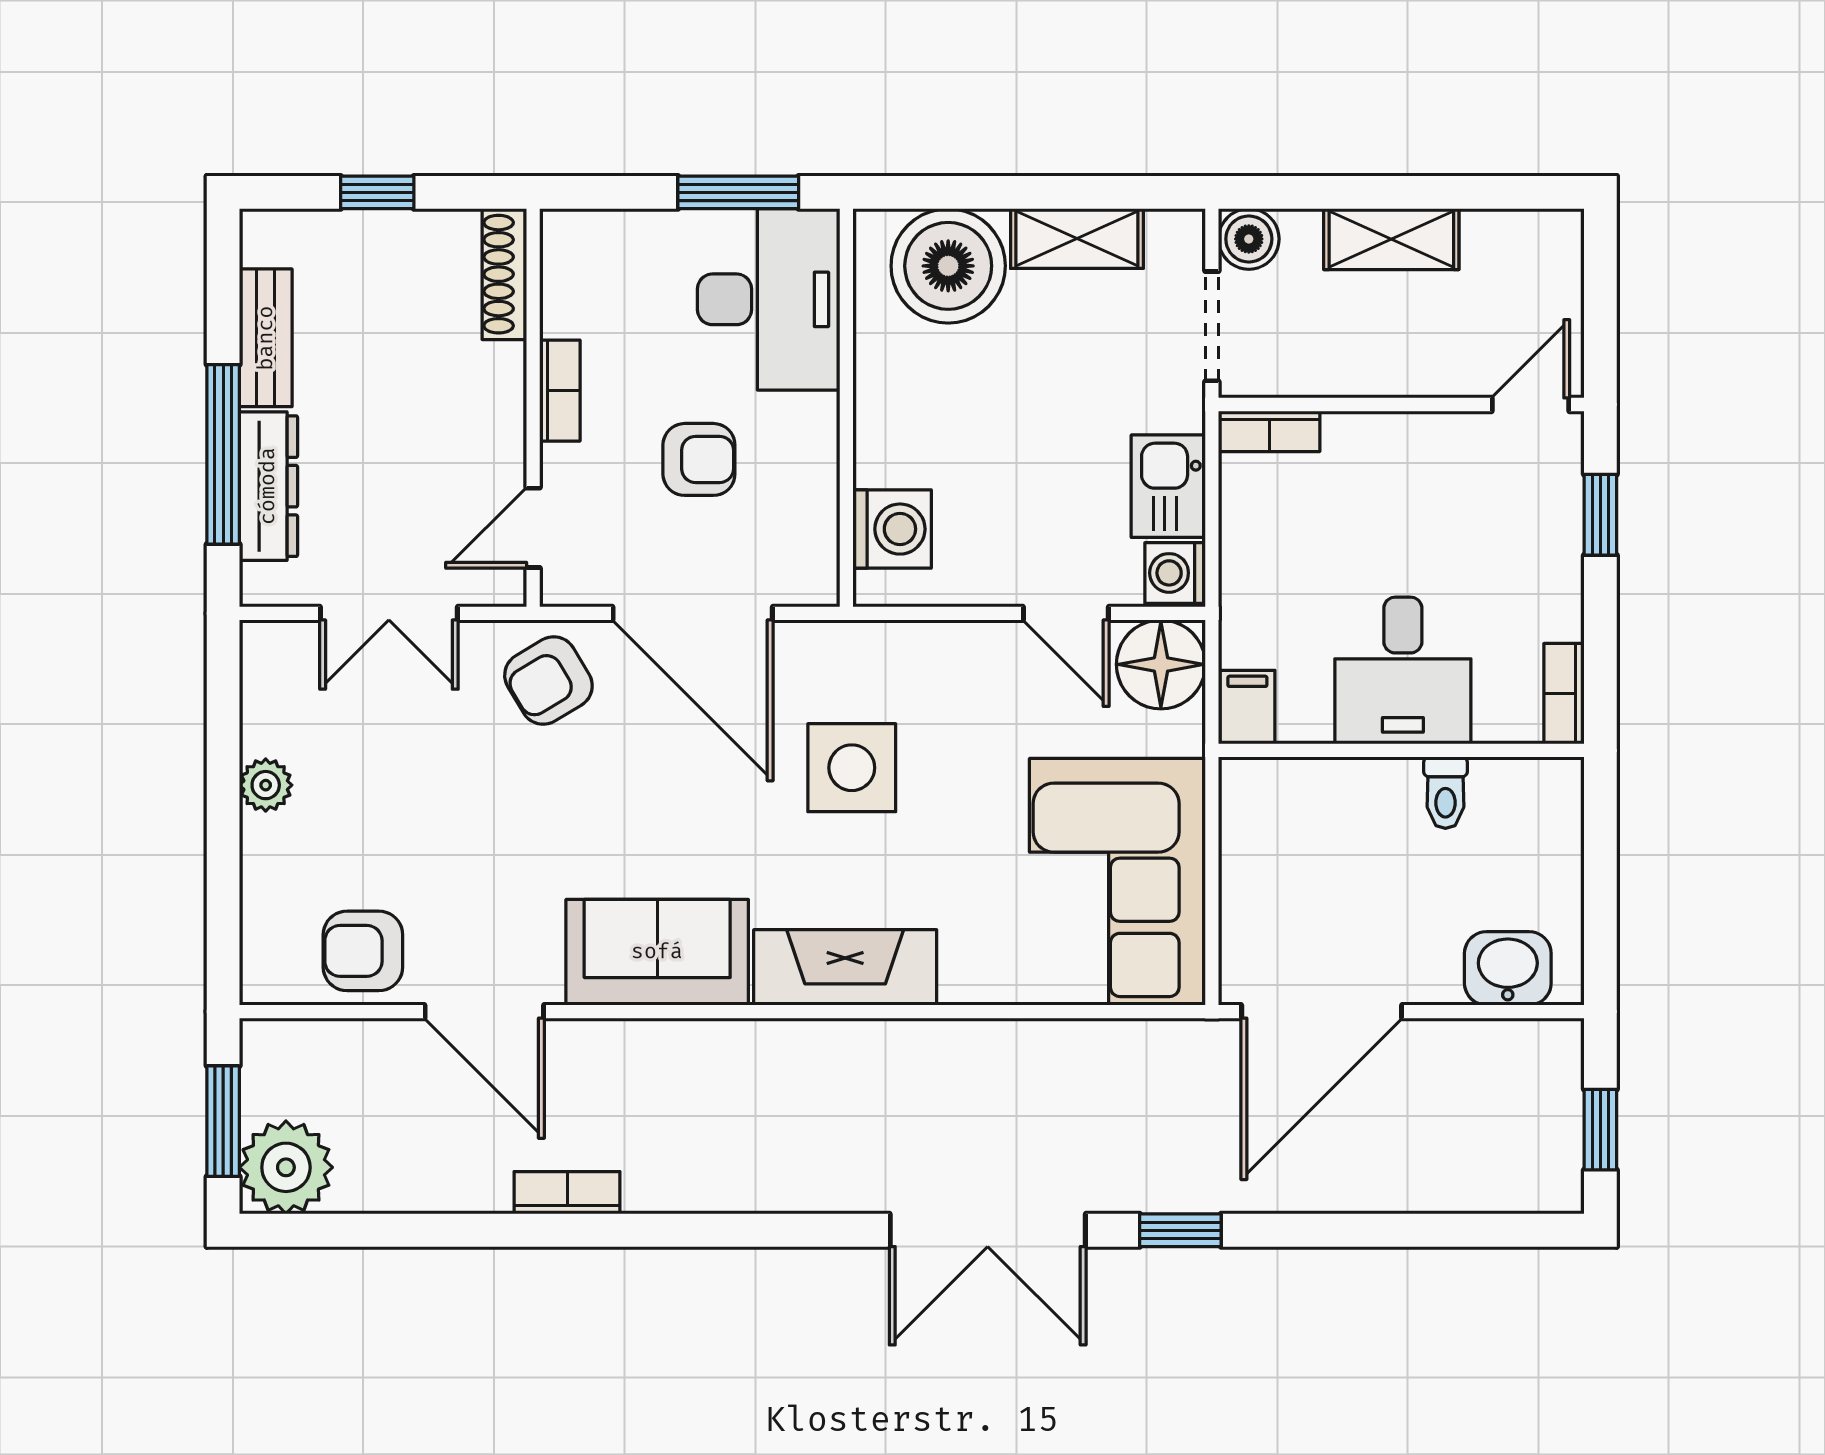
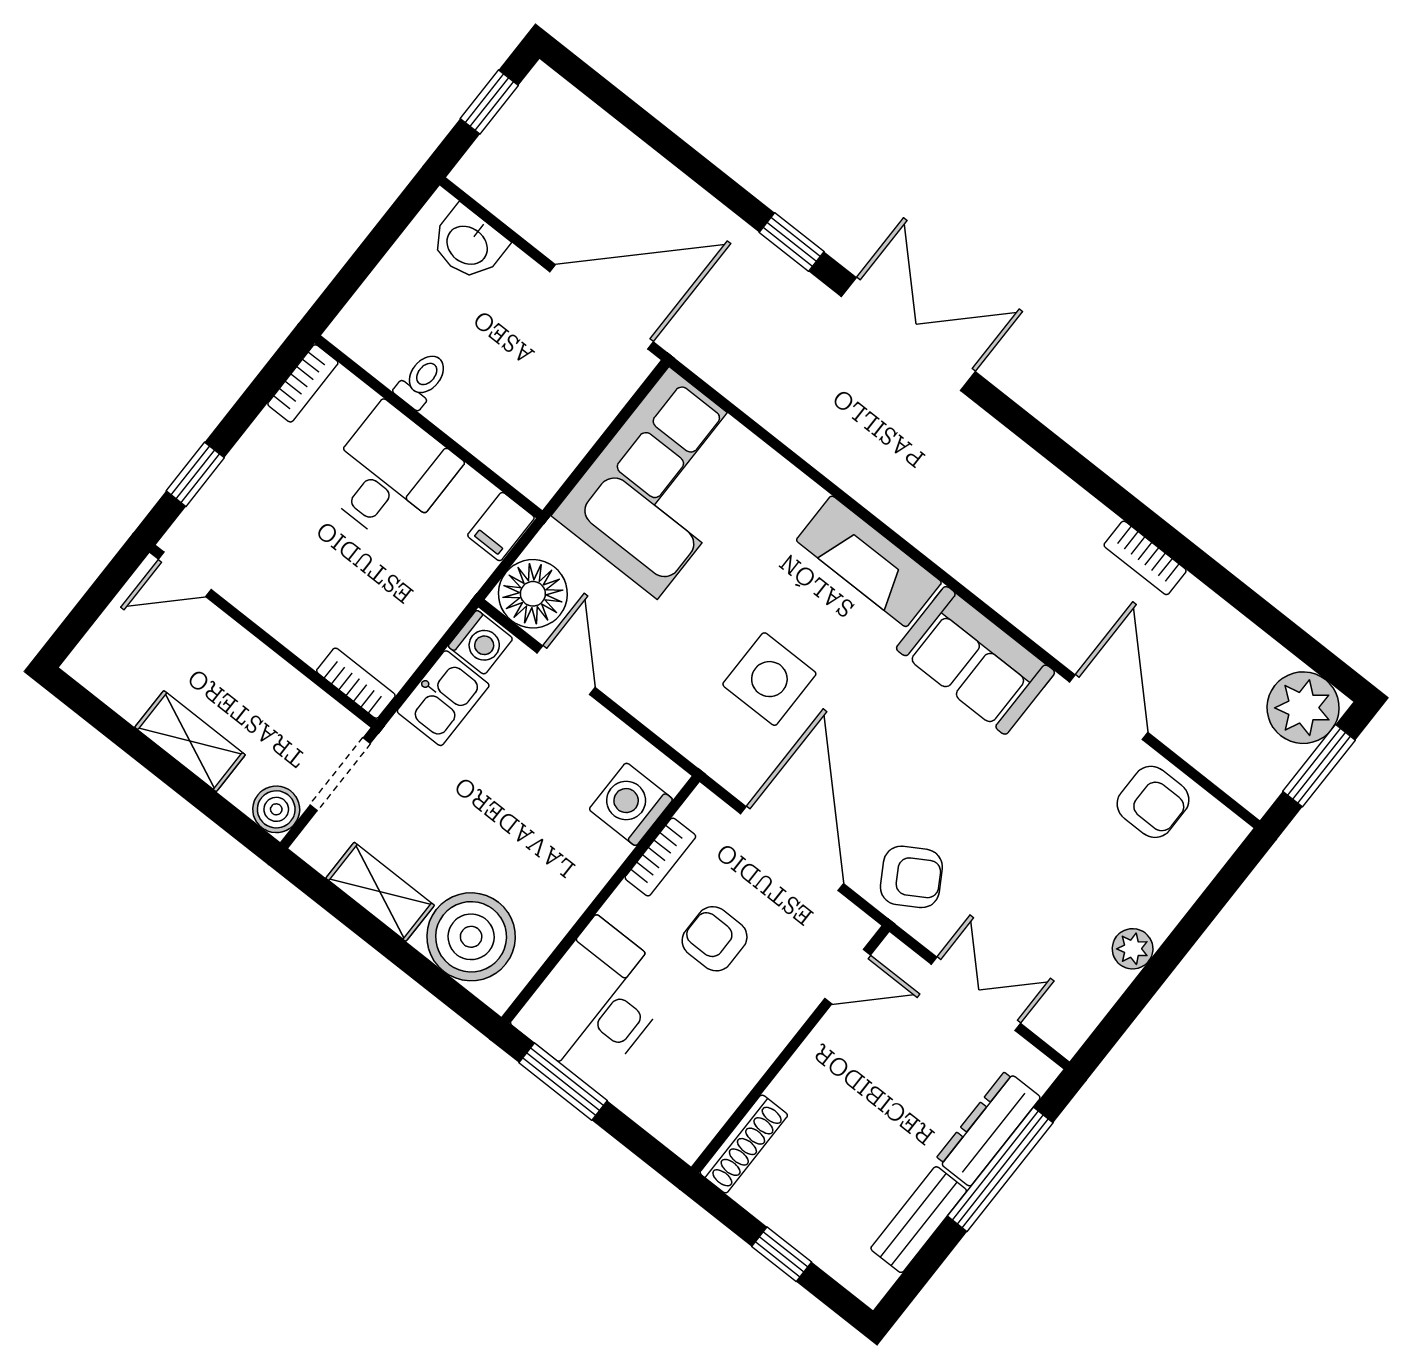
bookcase: (560, 391) -> (660, 857), moved, turned 180

